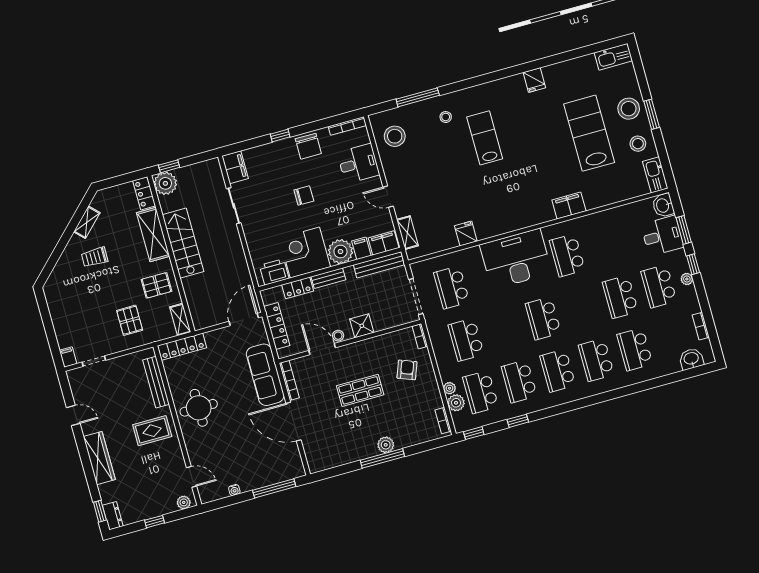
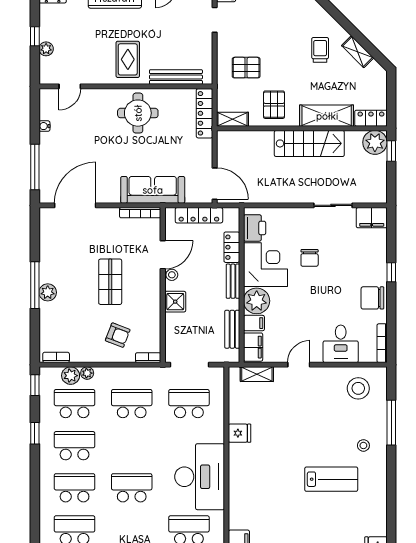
chair: (304, 195) -> (310, 258), moved
bench: (379, 265) -> (232, 329), width x0.73
door: (294, 422) -> (75, 205), moved
plant: (184, 502) -> (46, 49), moved

